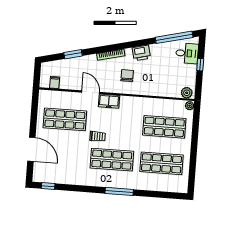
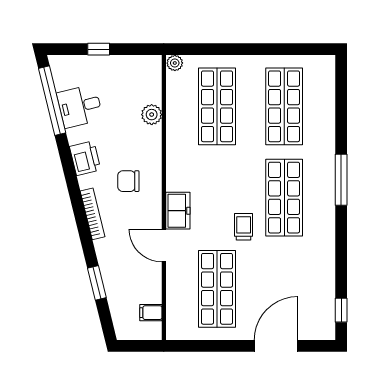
desk: (187, 53) -> (80, 106), moved, turned -104
door: (91, 92) -> (164, 246), hinge flipped
plant: (187, 93) -> (152, 115), moved

